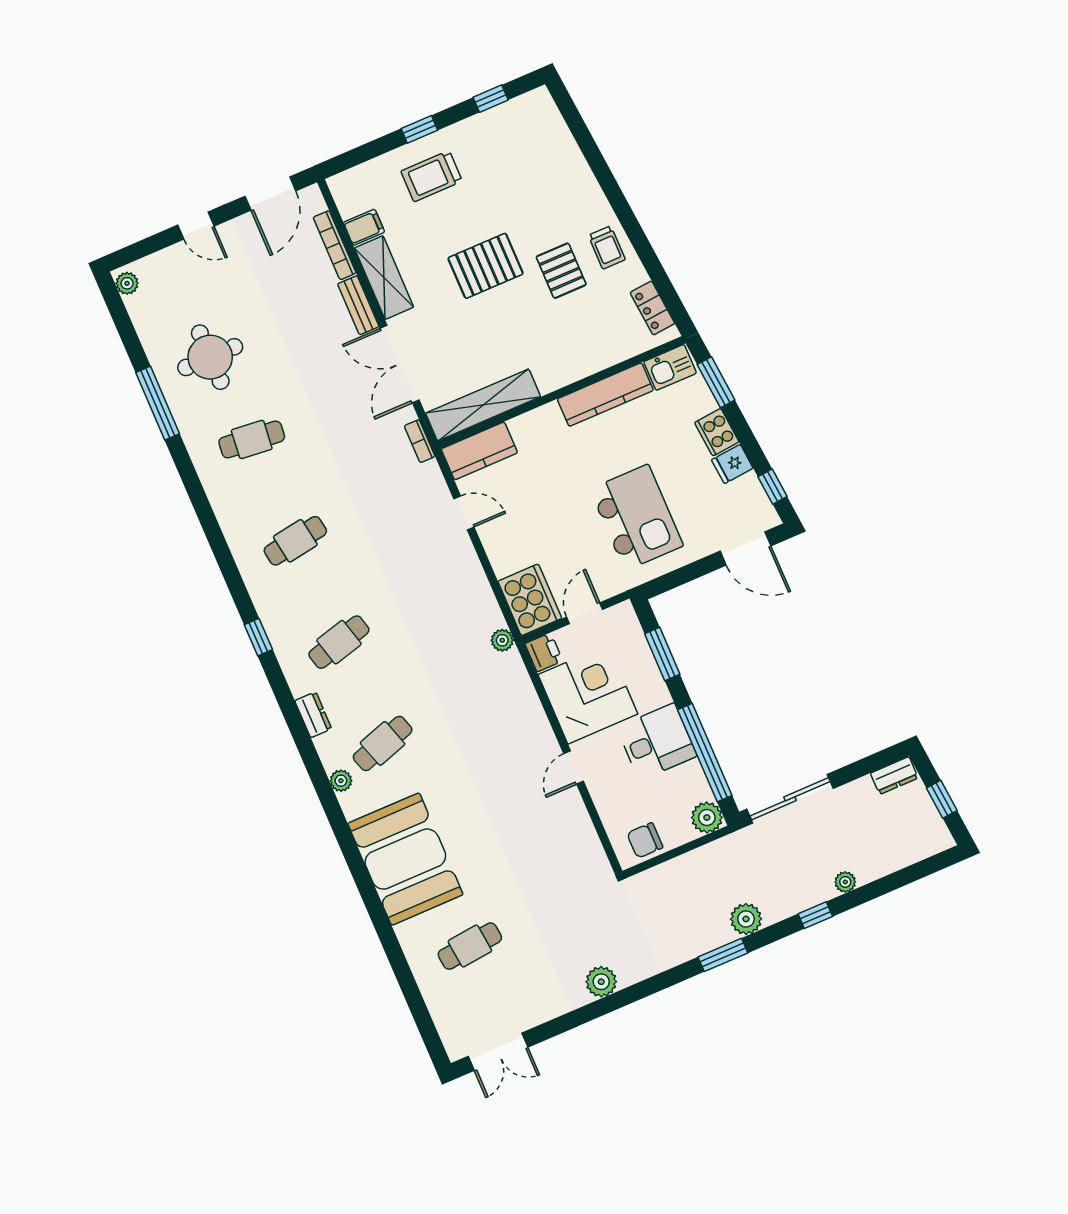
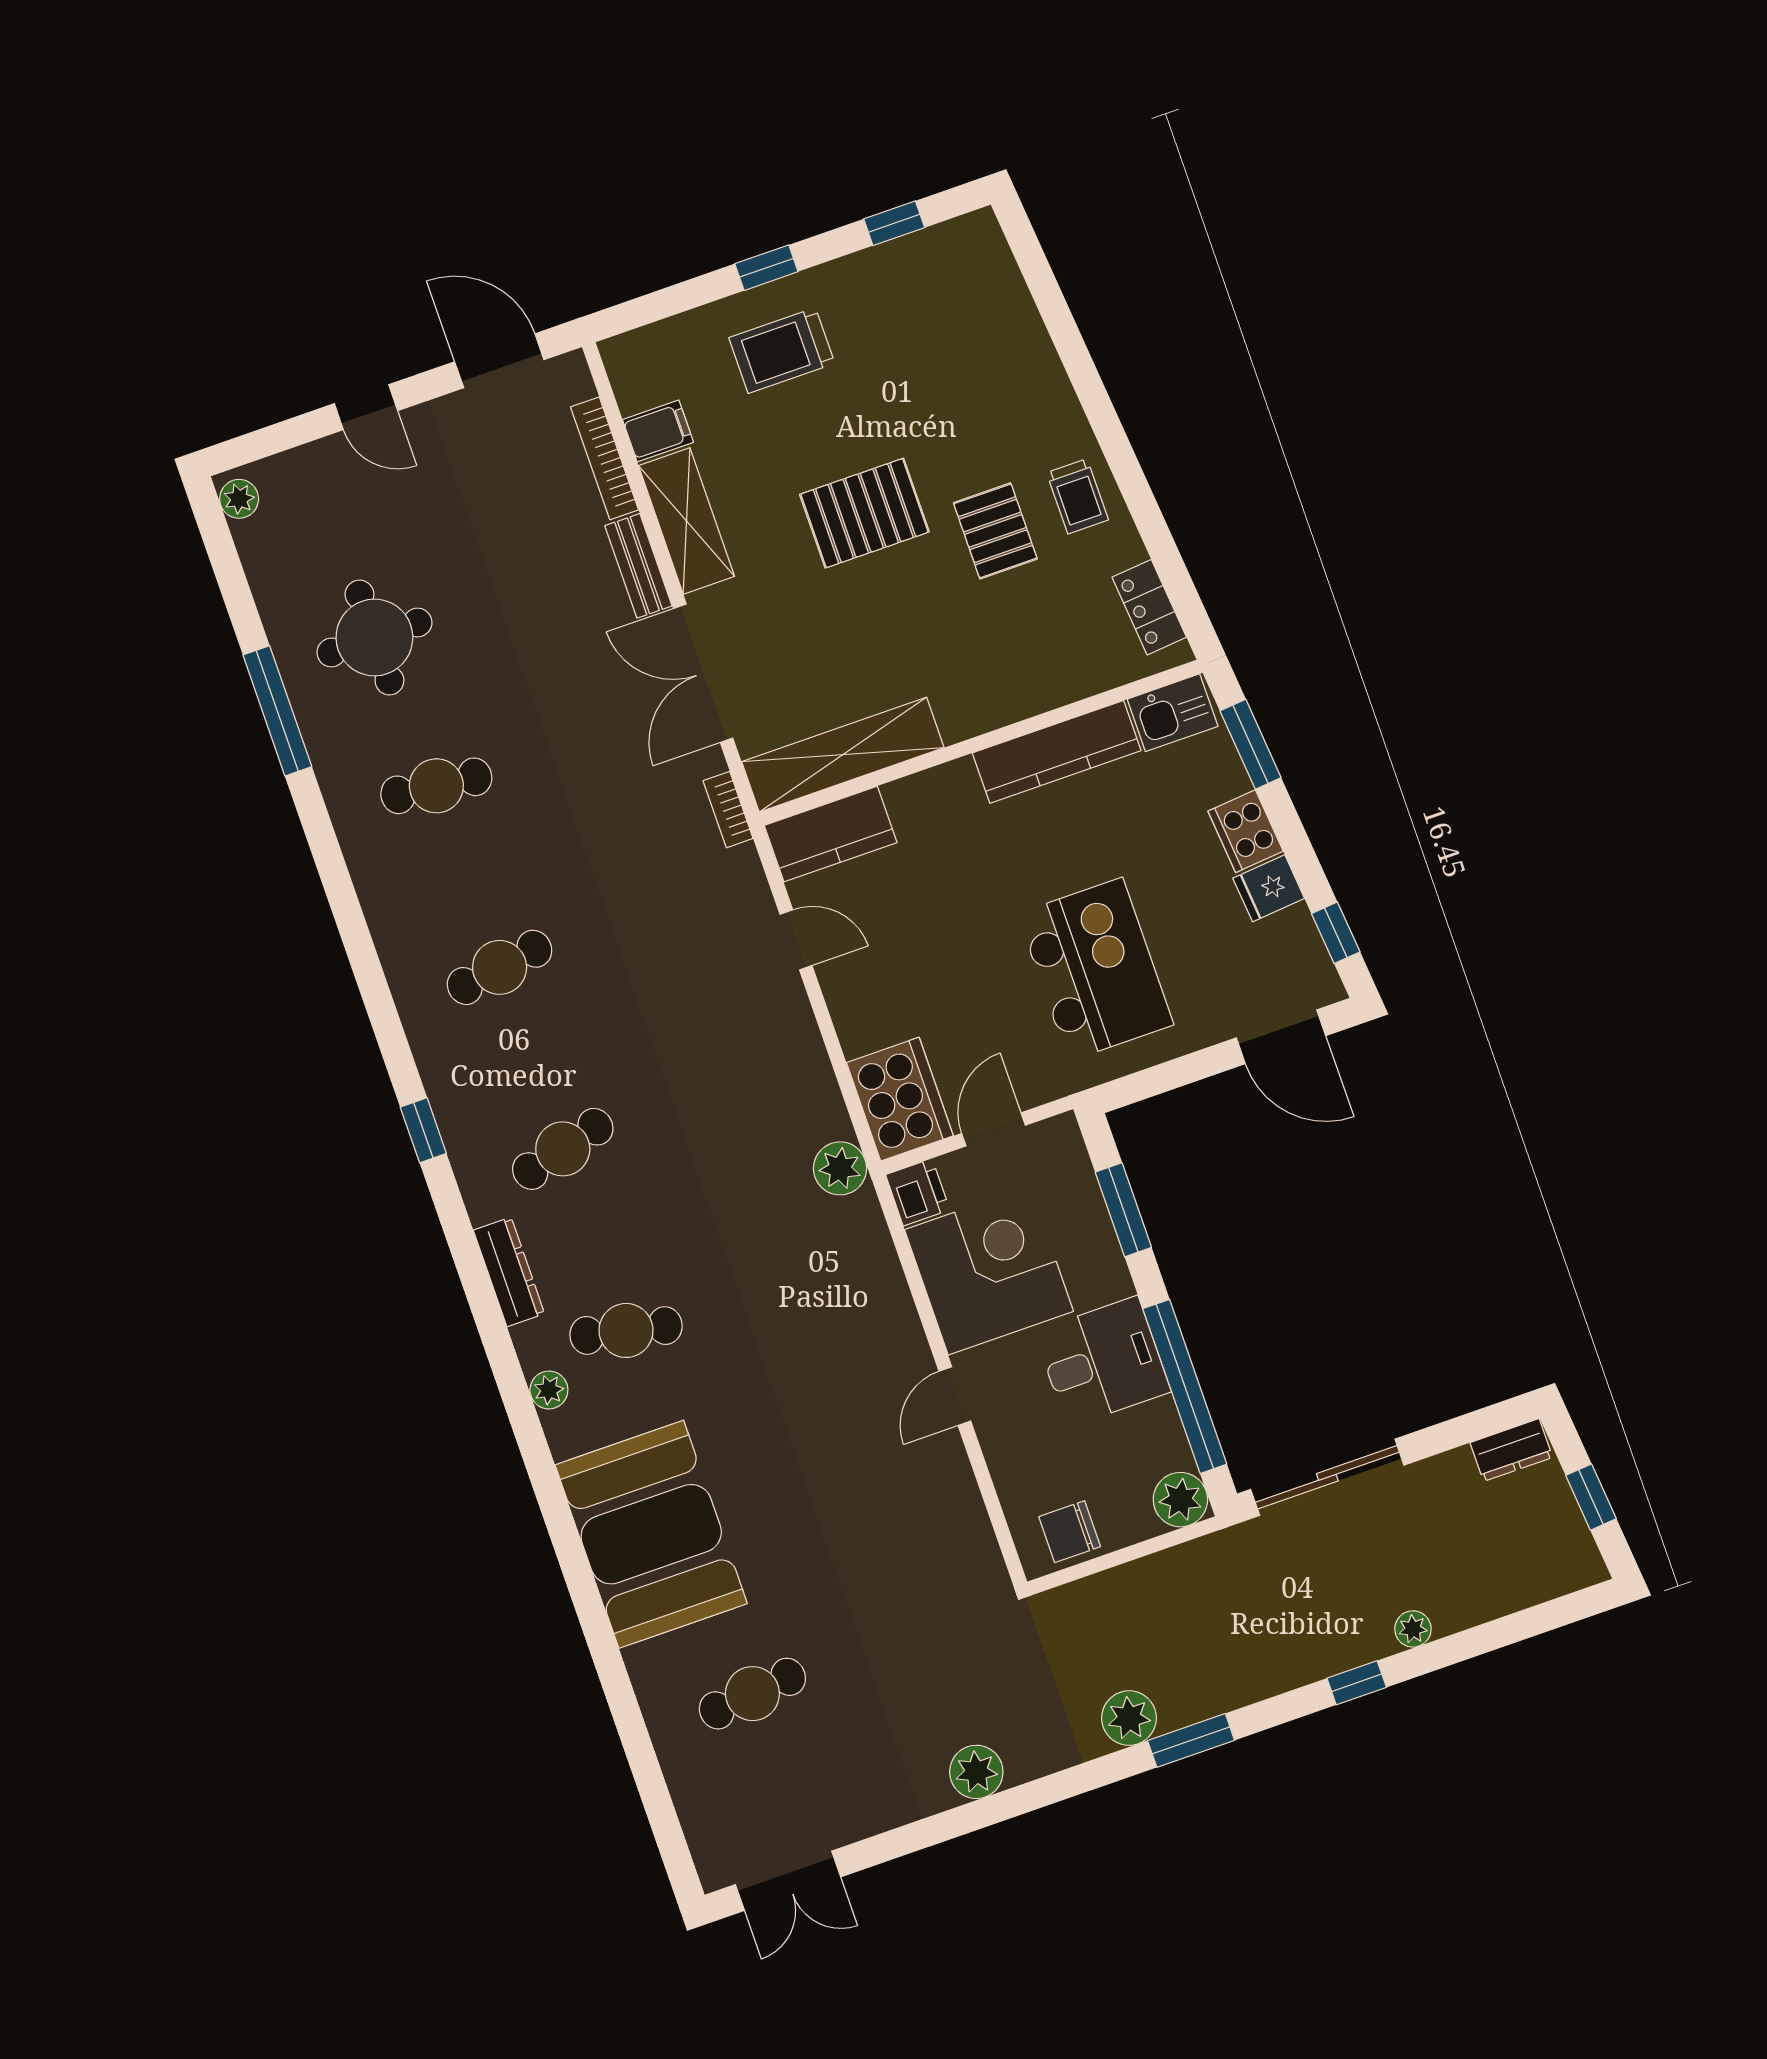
door: (270, 194) -> (499, 361), swing flipped
plant: (502, 640) -> (840, 1168), width x1.38, depth x1.38
dresser: (313, 715) -> (509, 1272), width x1.44
cafe table: (383, 743) -> (626, 1330), turned 30
plant: (746, 919) -> (1129, 1718), moved

